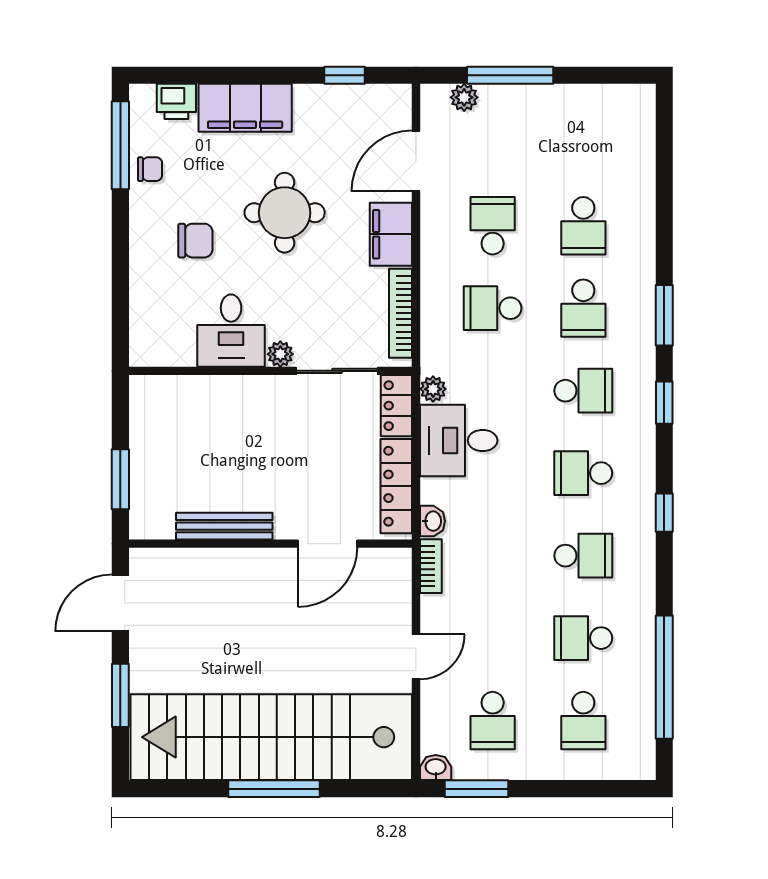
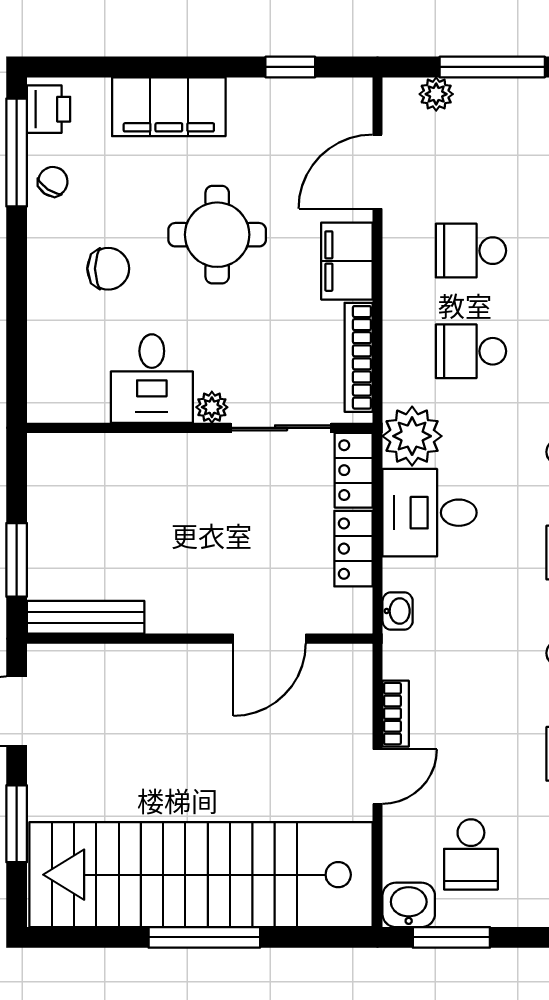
printer: (176, 101) -> (49, 109), moved, turned -90
chair: (150, 169) -> (53, 182), turned -56
school desk: (493, 226) -> (471, 251), turned -90
plant: (433, 389) -> (412, 436), width x1.88, depth x1.88
locker: (396, 486) -> (353, 549), width x0.66
bench: (224, 526) -> (86, 617), moved
bookcase: (431, 566) -> (396, 714), moved
washbasin: (436, 768) -> (409, 905), width x1.38, depth x1.45

